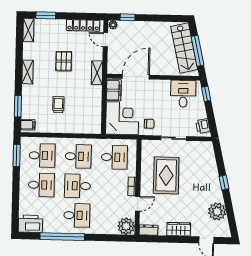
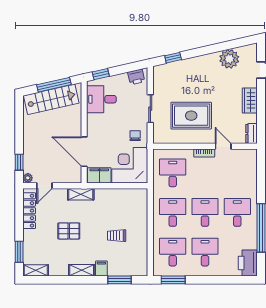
filing cabinet: (28, 125) -> (101, 268), moved
window: (224, 183) -> (173, 58), moved
desk: (78, 186) -> (205, 212), turned 180
plant: (126, 226) -> (248, 158), removed

